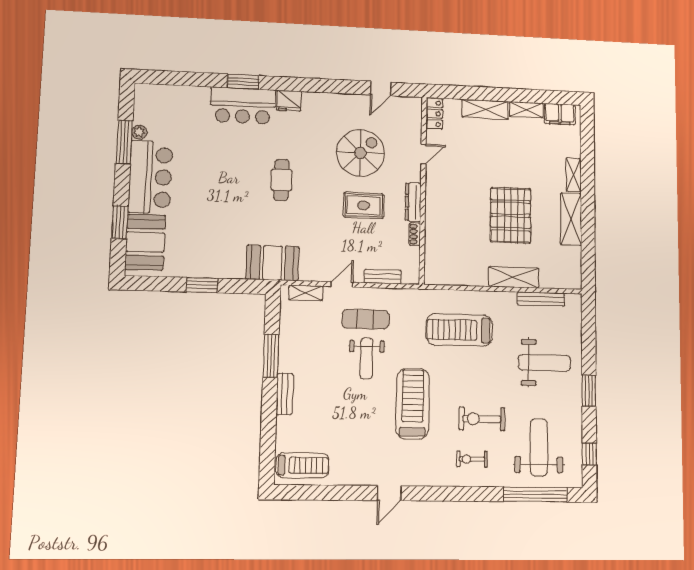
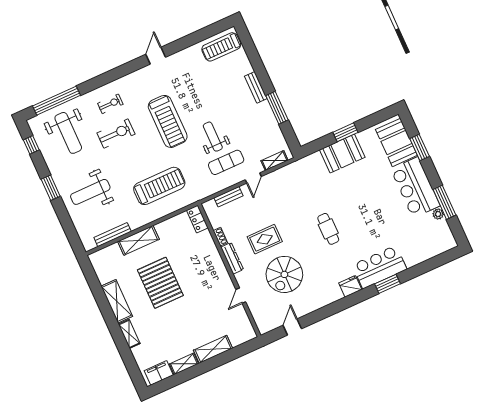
locker: (434, 114) -> (197, 219), moved
booth: (272, 263) -> (342, 154), moved

